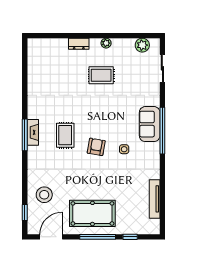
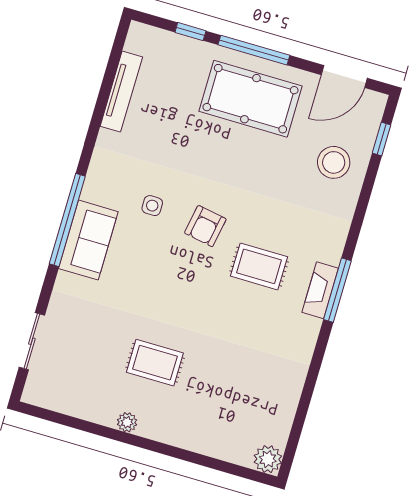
dresser: (79, 44) -> (180, 436), removed
plant: (142, 45) -> (268, 459), moved
rug: (65, 135) -> (259, 266), turned 90

